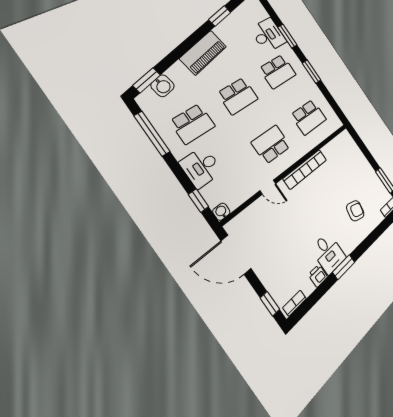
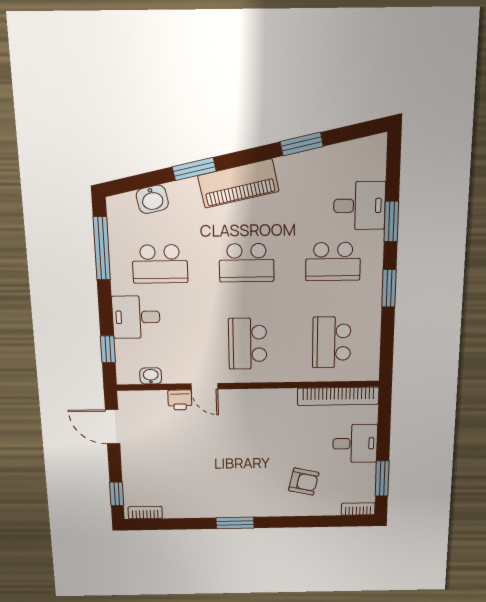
window: (147, 80) -> (194, 169), moved
school desk: (309, 117) -> (332, 342), turned 90
school desk: (271, 144) -> (248, 344), turned -90
bookcase: (305, 169) -> (338, 396), moved
washbasin: (221, 212) -> (151, 376), moved
desk: (328, 253) -> (355, 444), moved, turned -90
door: (236, 255) -> (113, 427), width x0.73
printer: (318, 276) -> (180, 400), moved, turned 180

